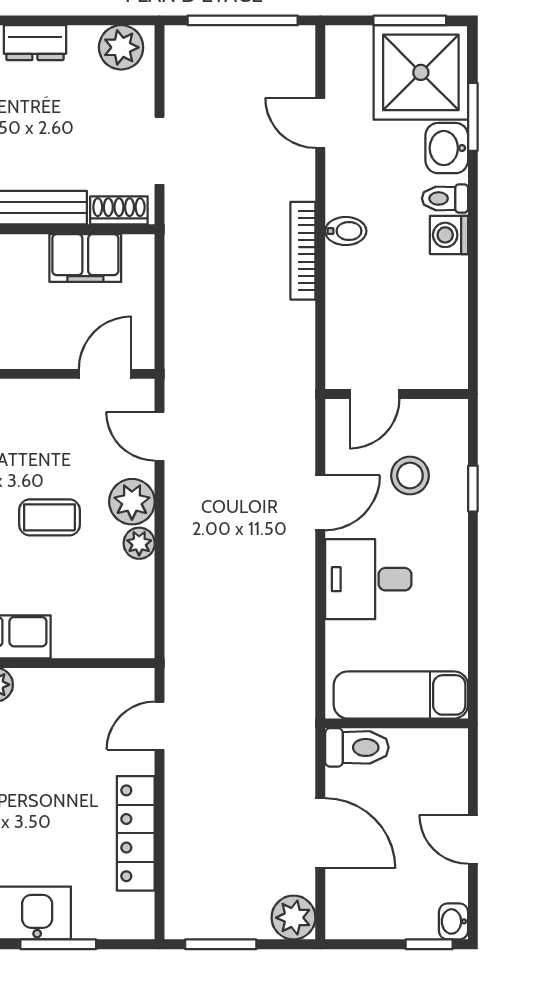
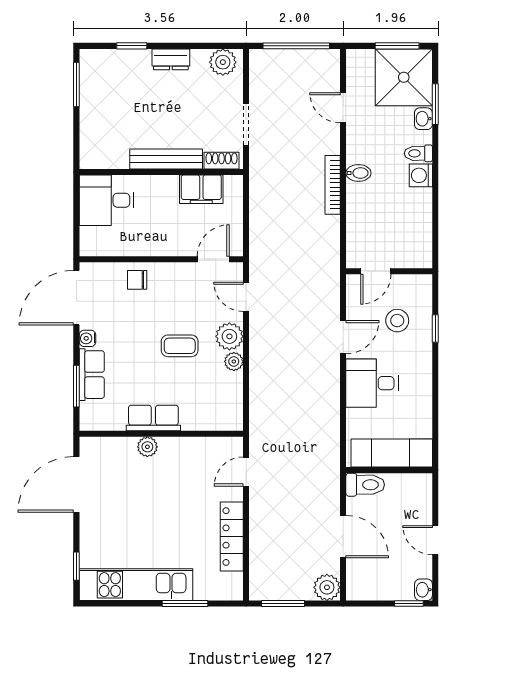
washbasin: (447, 148) -> (423, 119), width x0.72, depth x0.69

